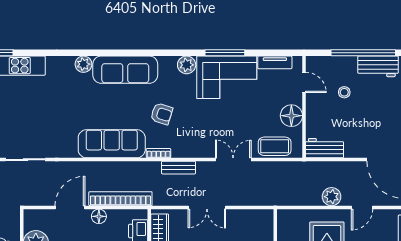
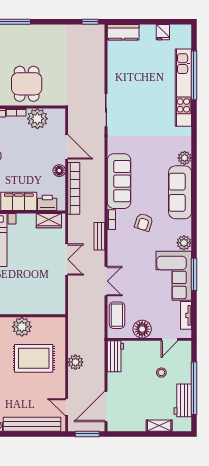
double door: (207, 207) -> (67, 259), swing flipped
door: (362, 207) -> (67, 407), moved

